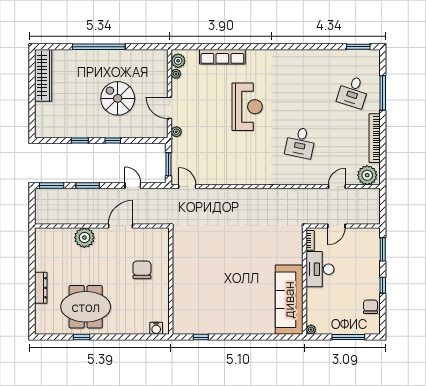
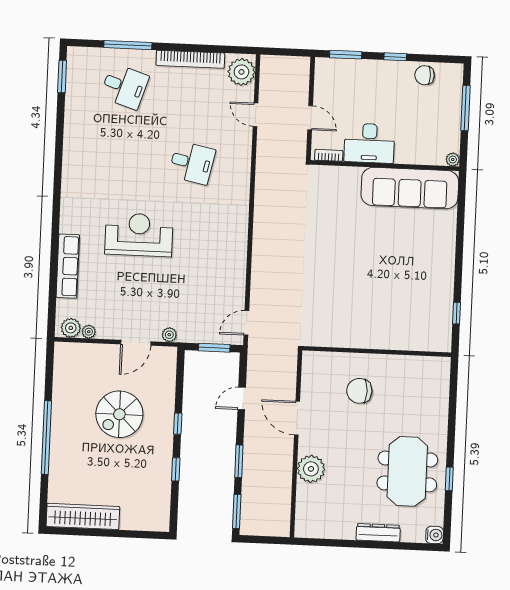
water cooler: (156, 328) -> (435, 535), moved

